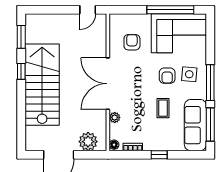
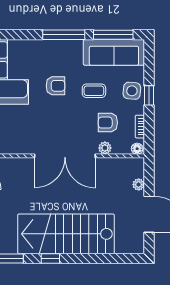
armchair: (132, 42) -> (108, 123), moved
side table: (189, 74) -> (132, 91), moved
plant: (88, 142) -> (139, 185), width x0.53, depth x0.53

